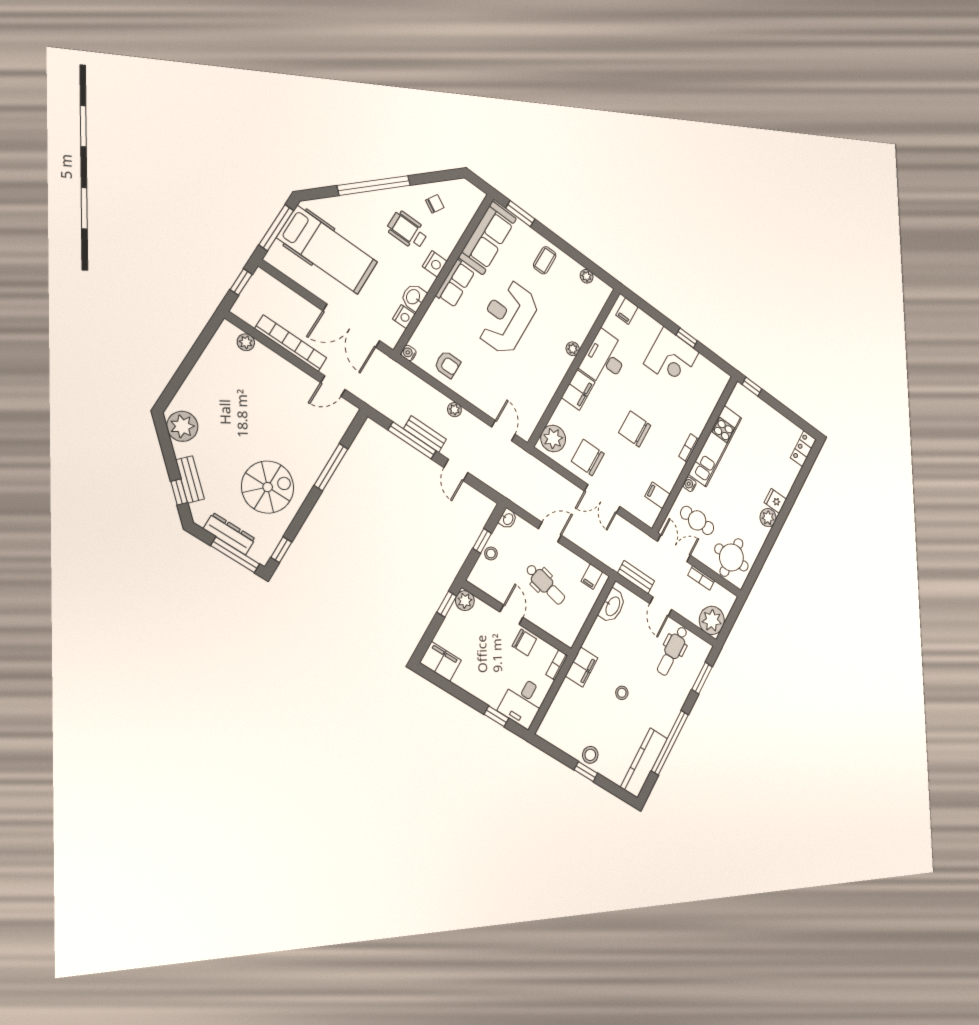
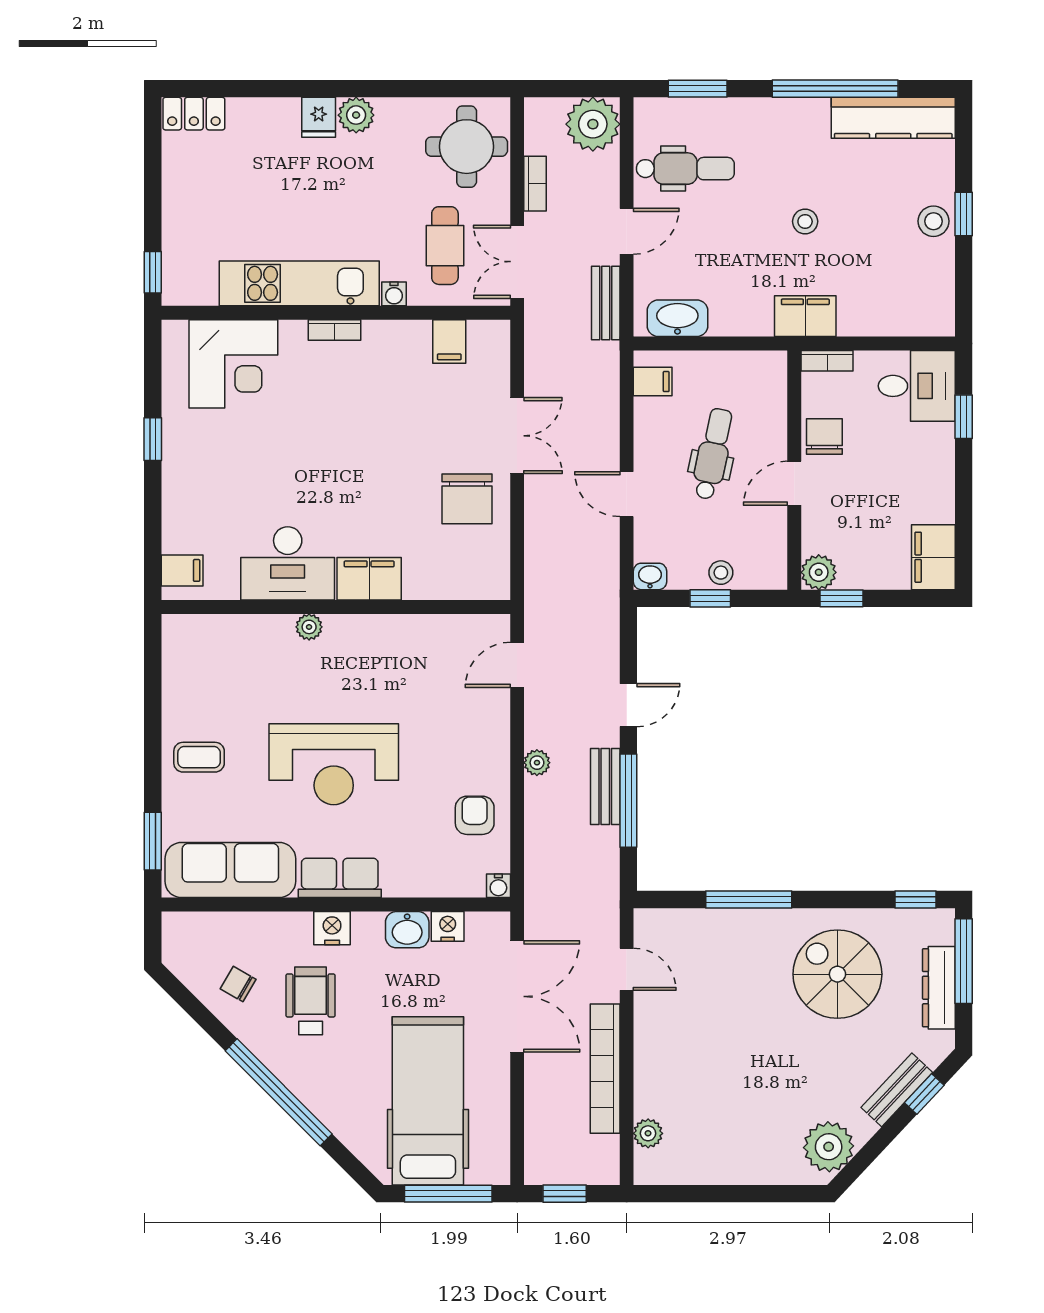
wheelchair: (407, 230) -> (311, 1001), turned 180
plant: (587, 276) -> (174, 673), removed
corner desk: (671, 358) -> (233, 364), moved, turned 90
chair: (635, 429) -> (367, 444), removed
plant: (553, 439) -> (475, 575), removed

